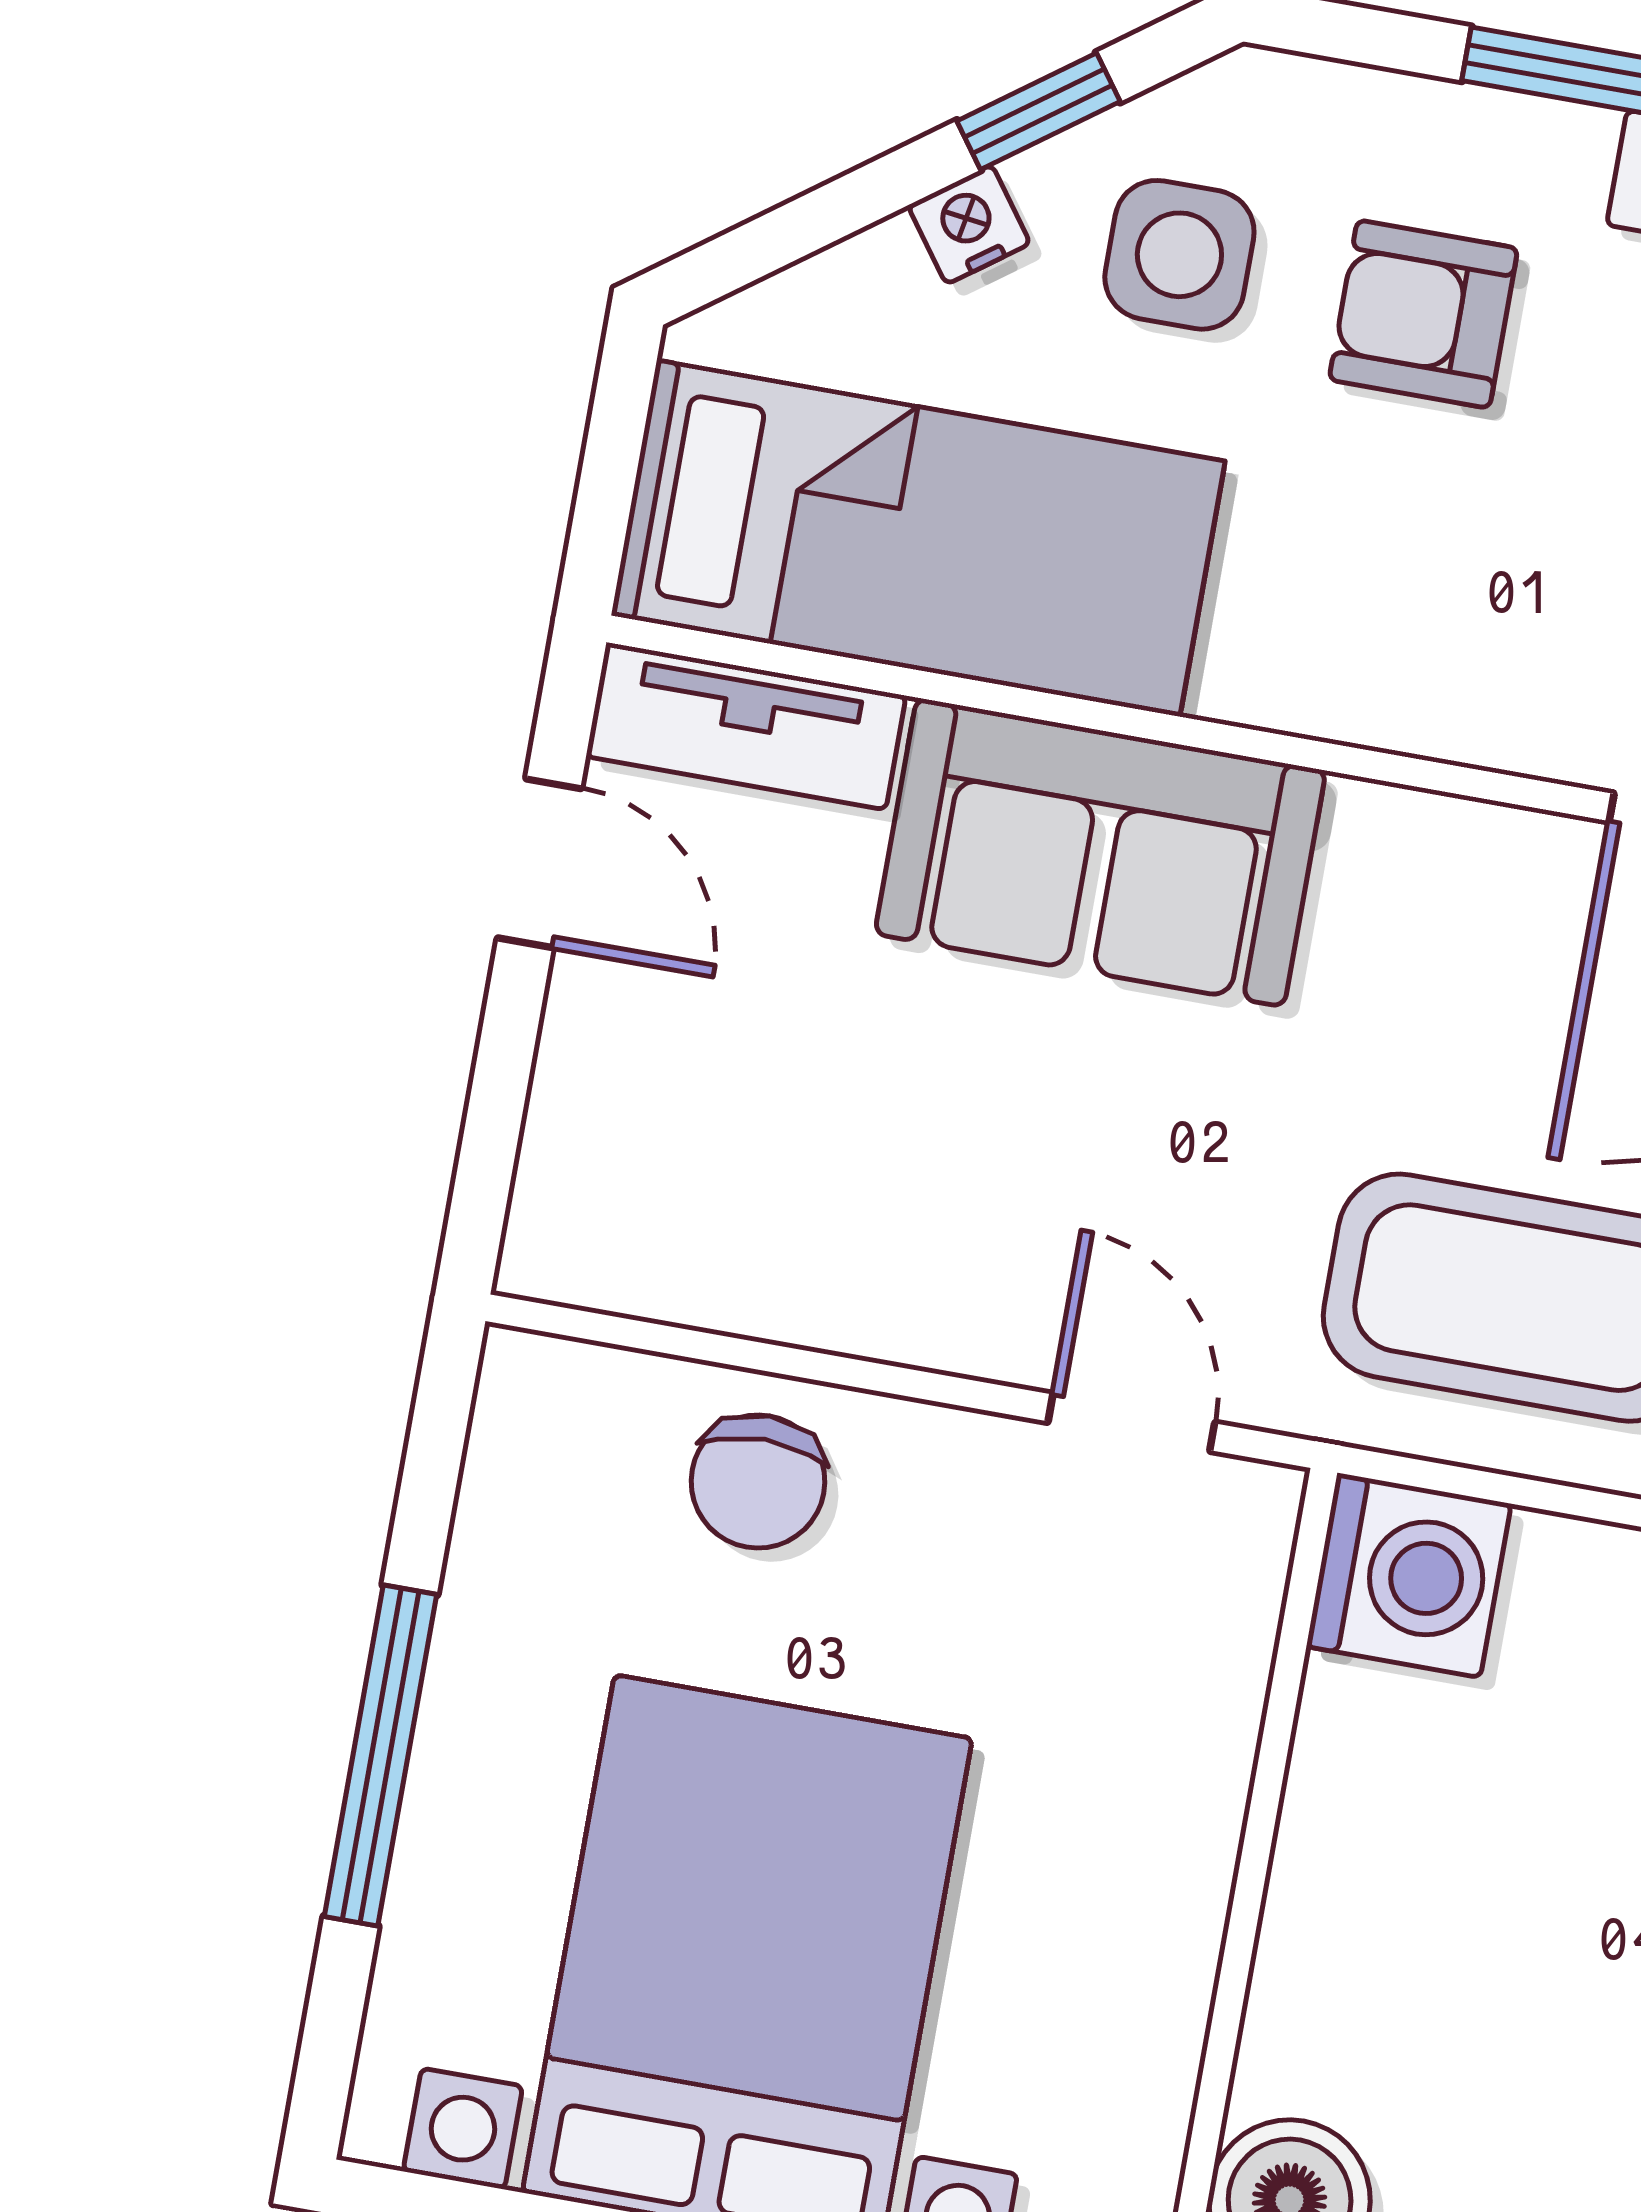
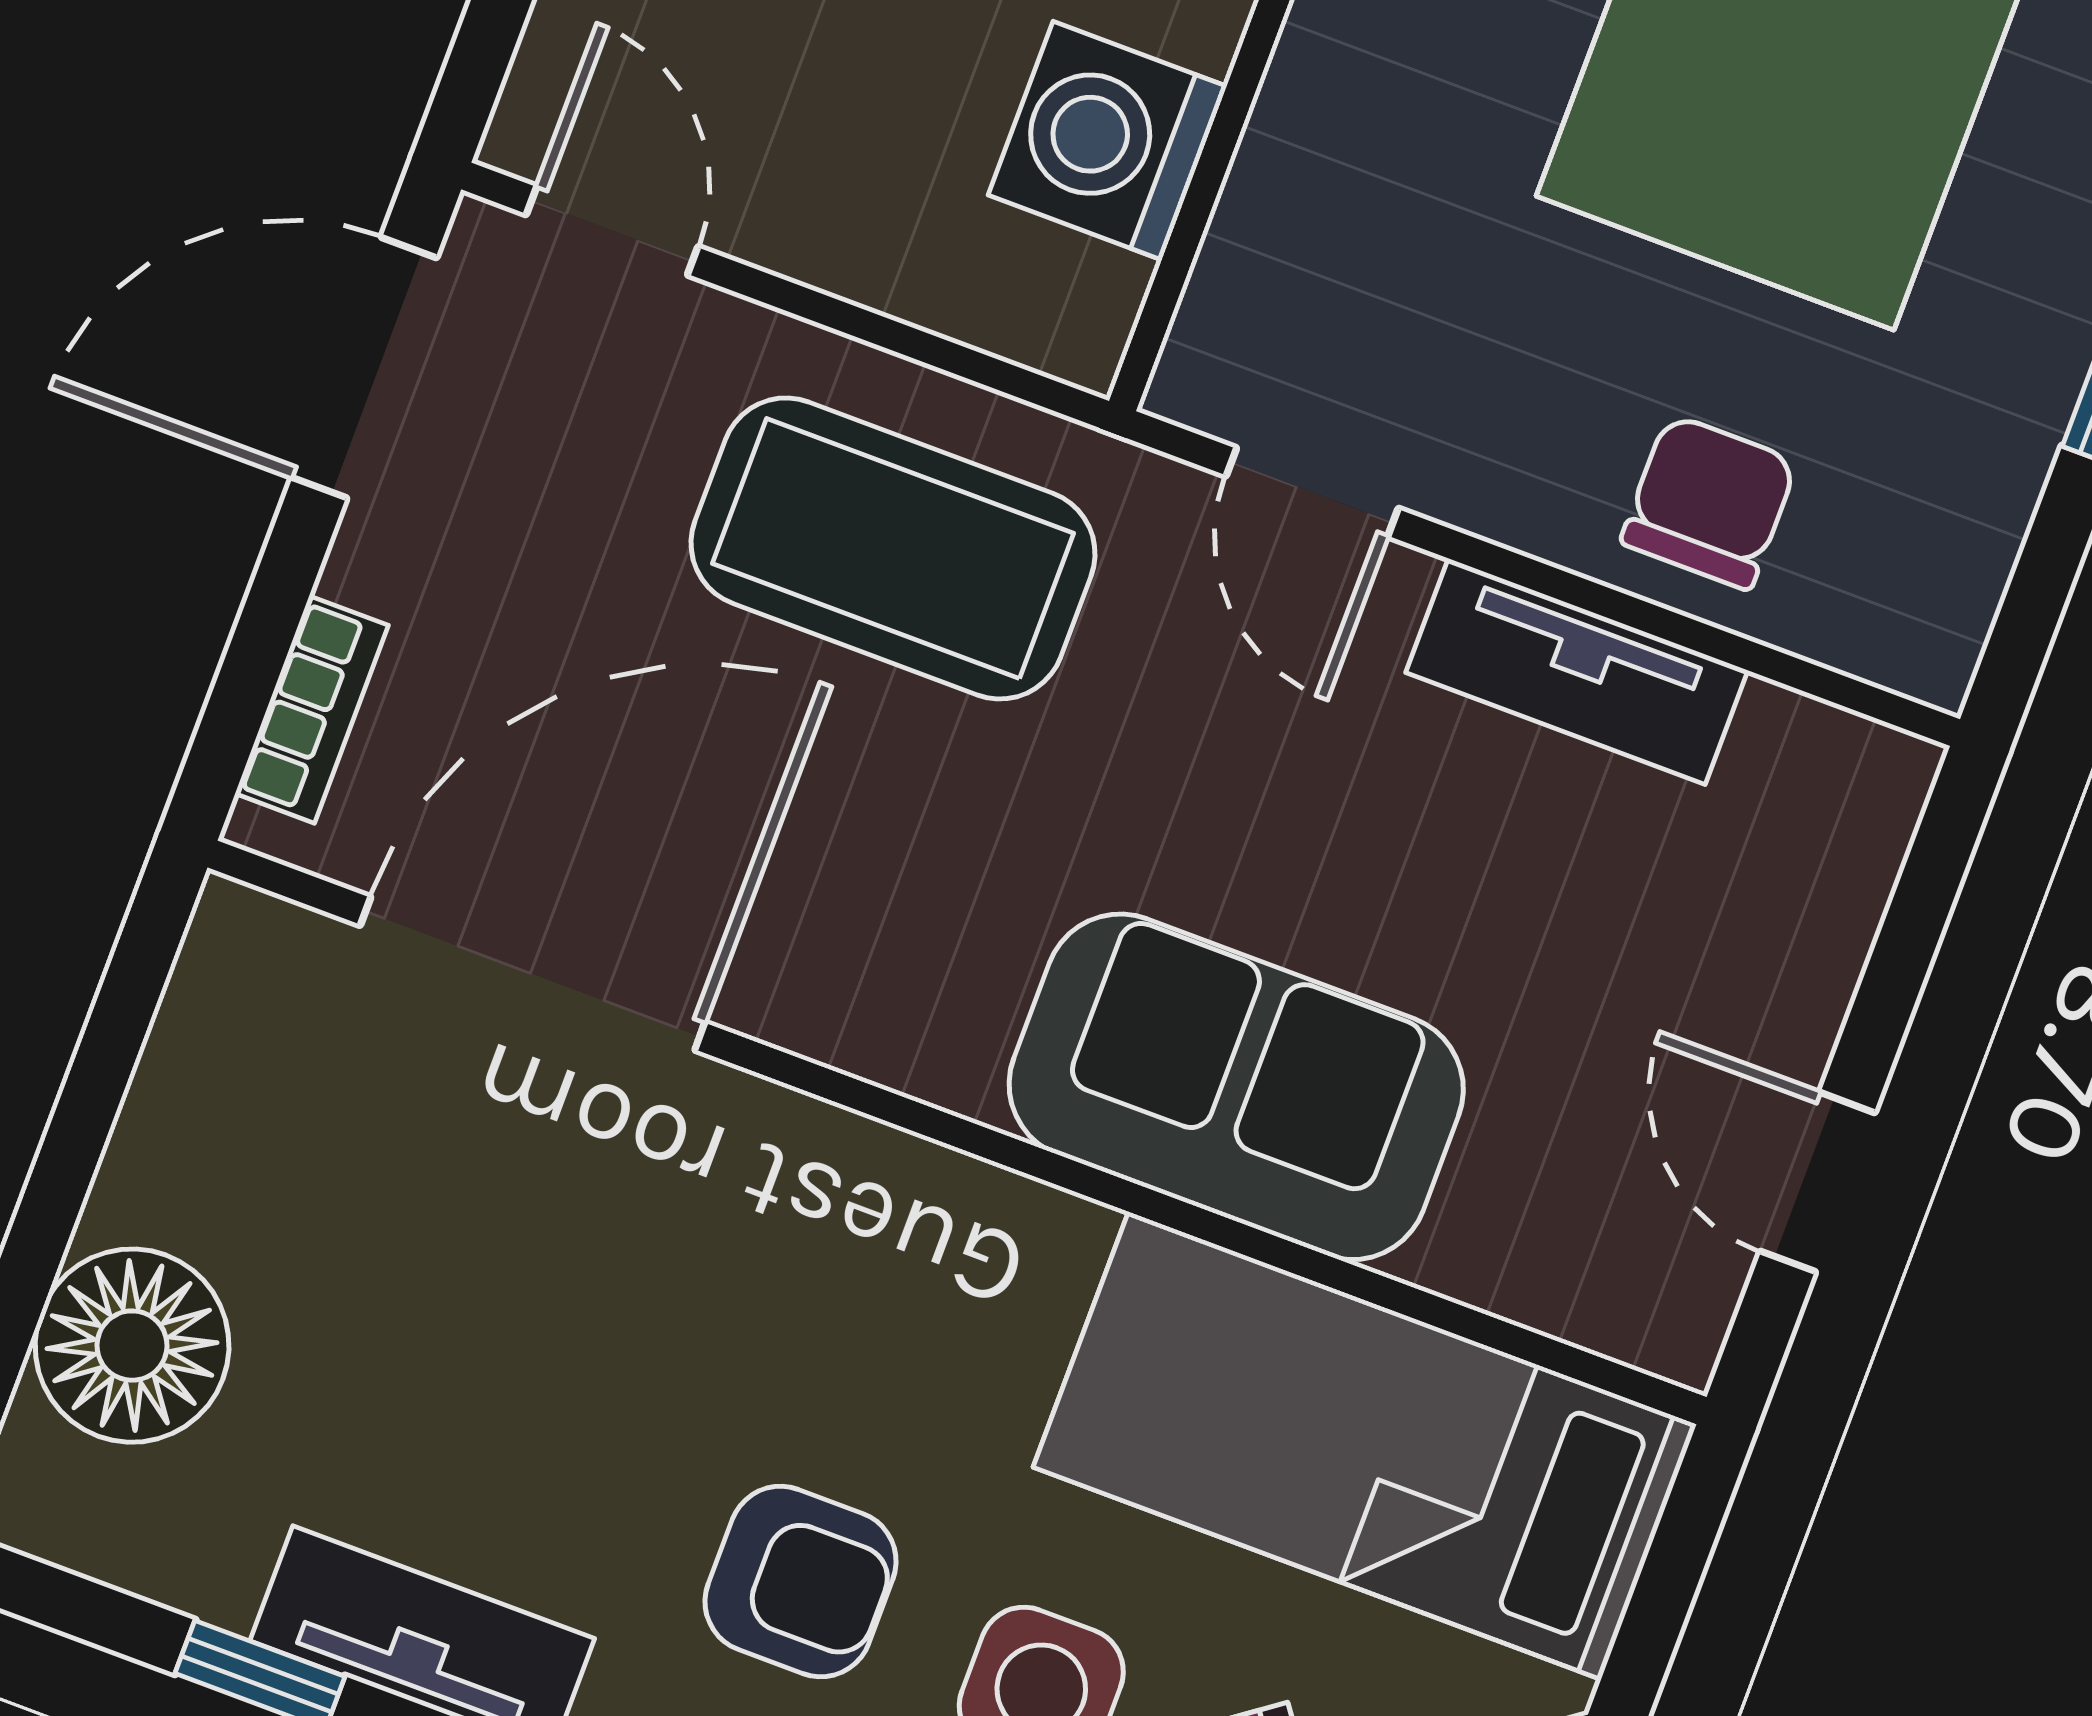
tv unit: (746, 726) -> (1577, 671), moved, turned 180
washing machine: (1409, 1575) -> (1108, 141), moved

